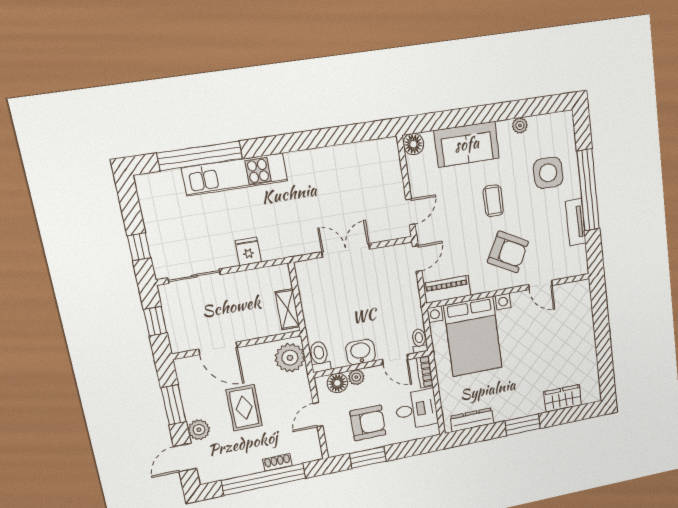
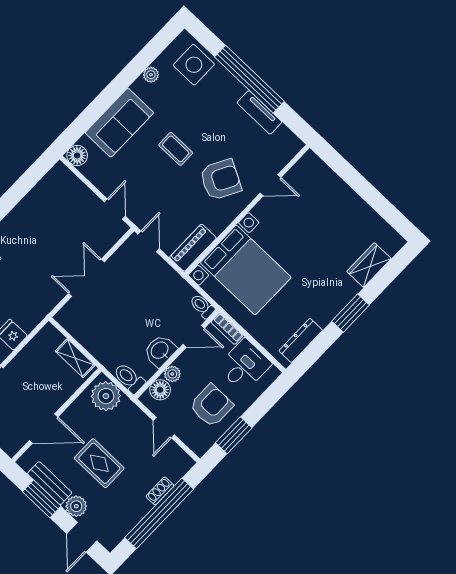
side table: (548, 173) -> (194, 65), moved
bench: (190, 396) -> (50, 483), added

